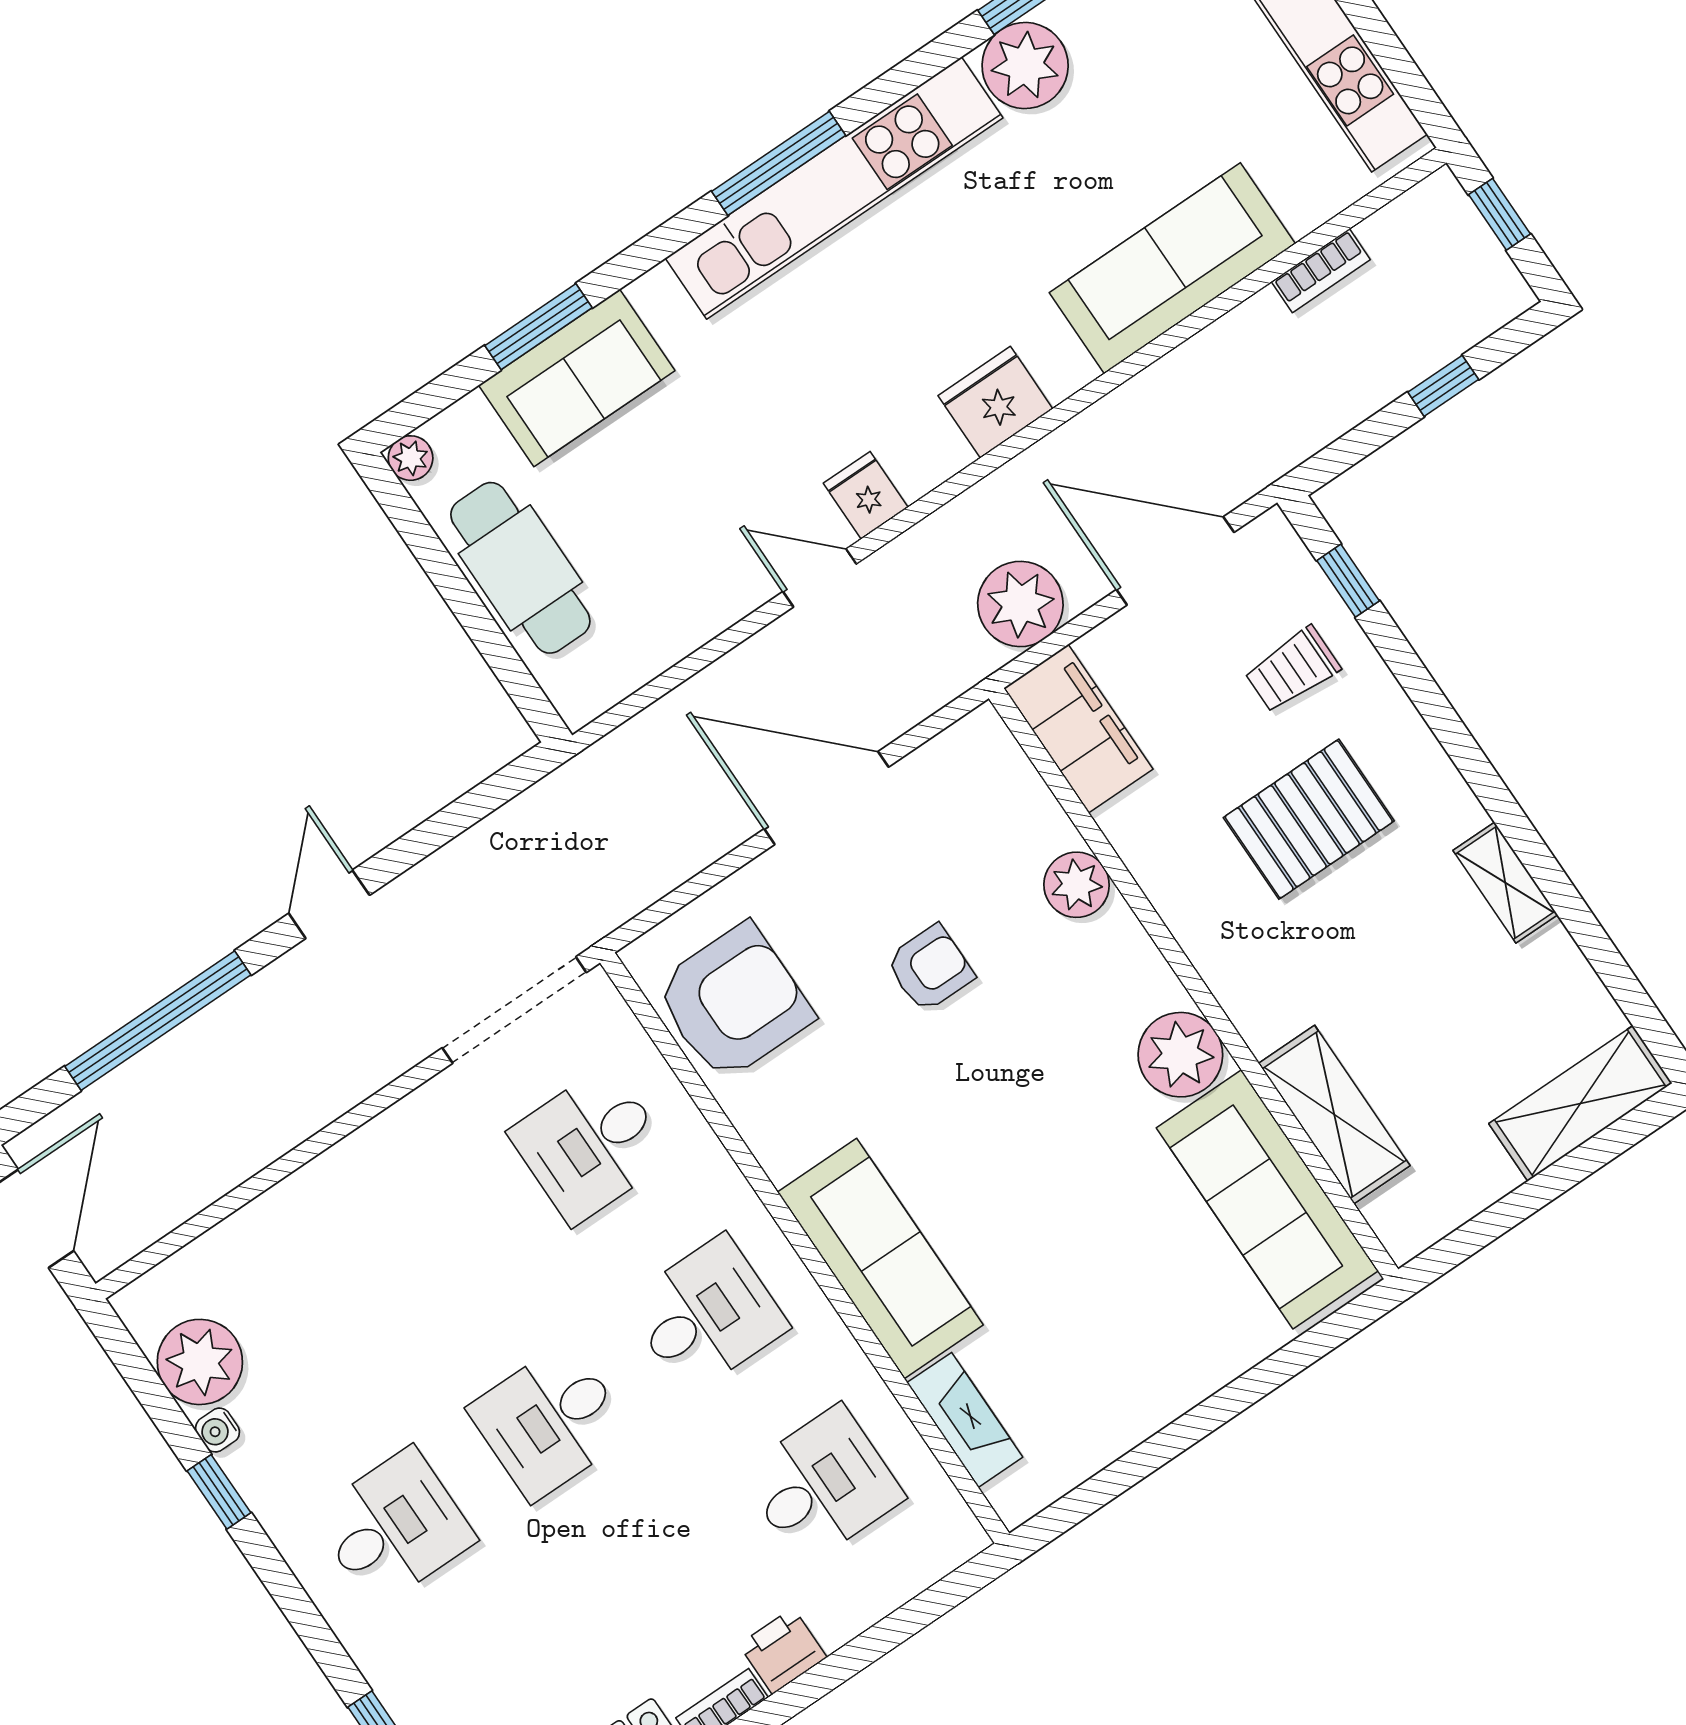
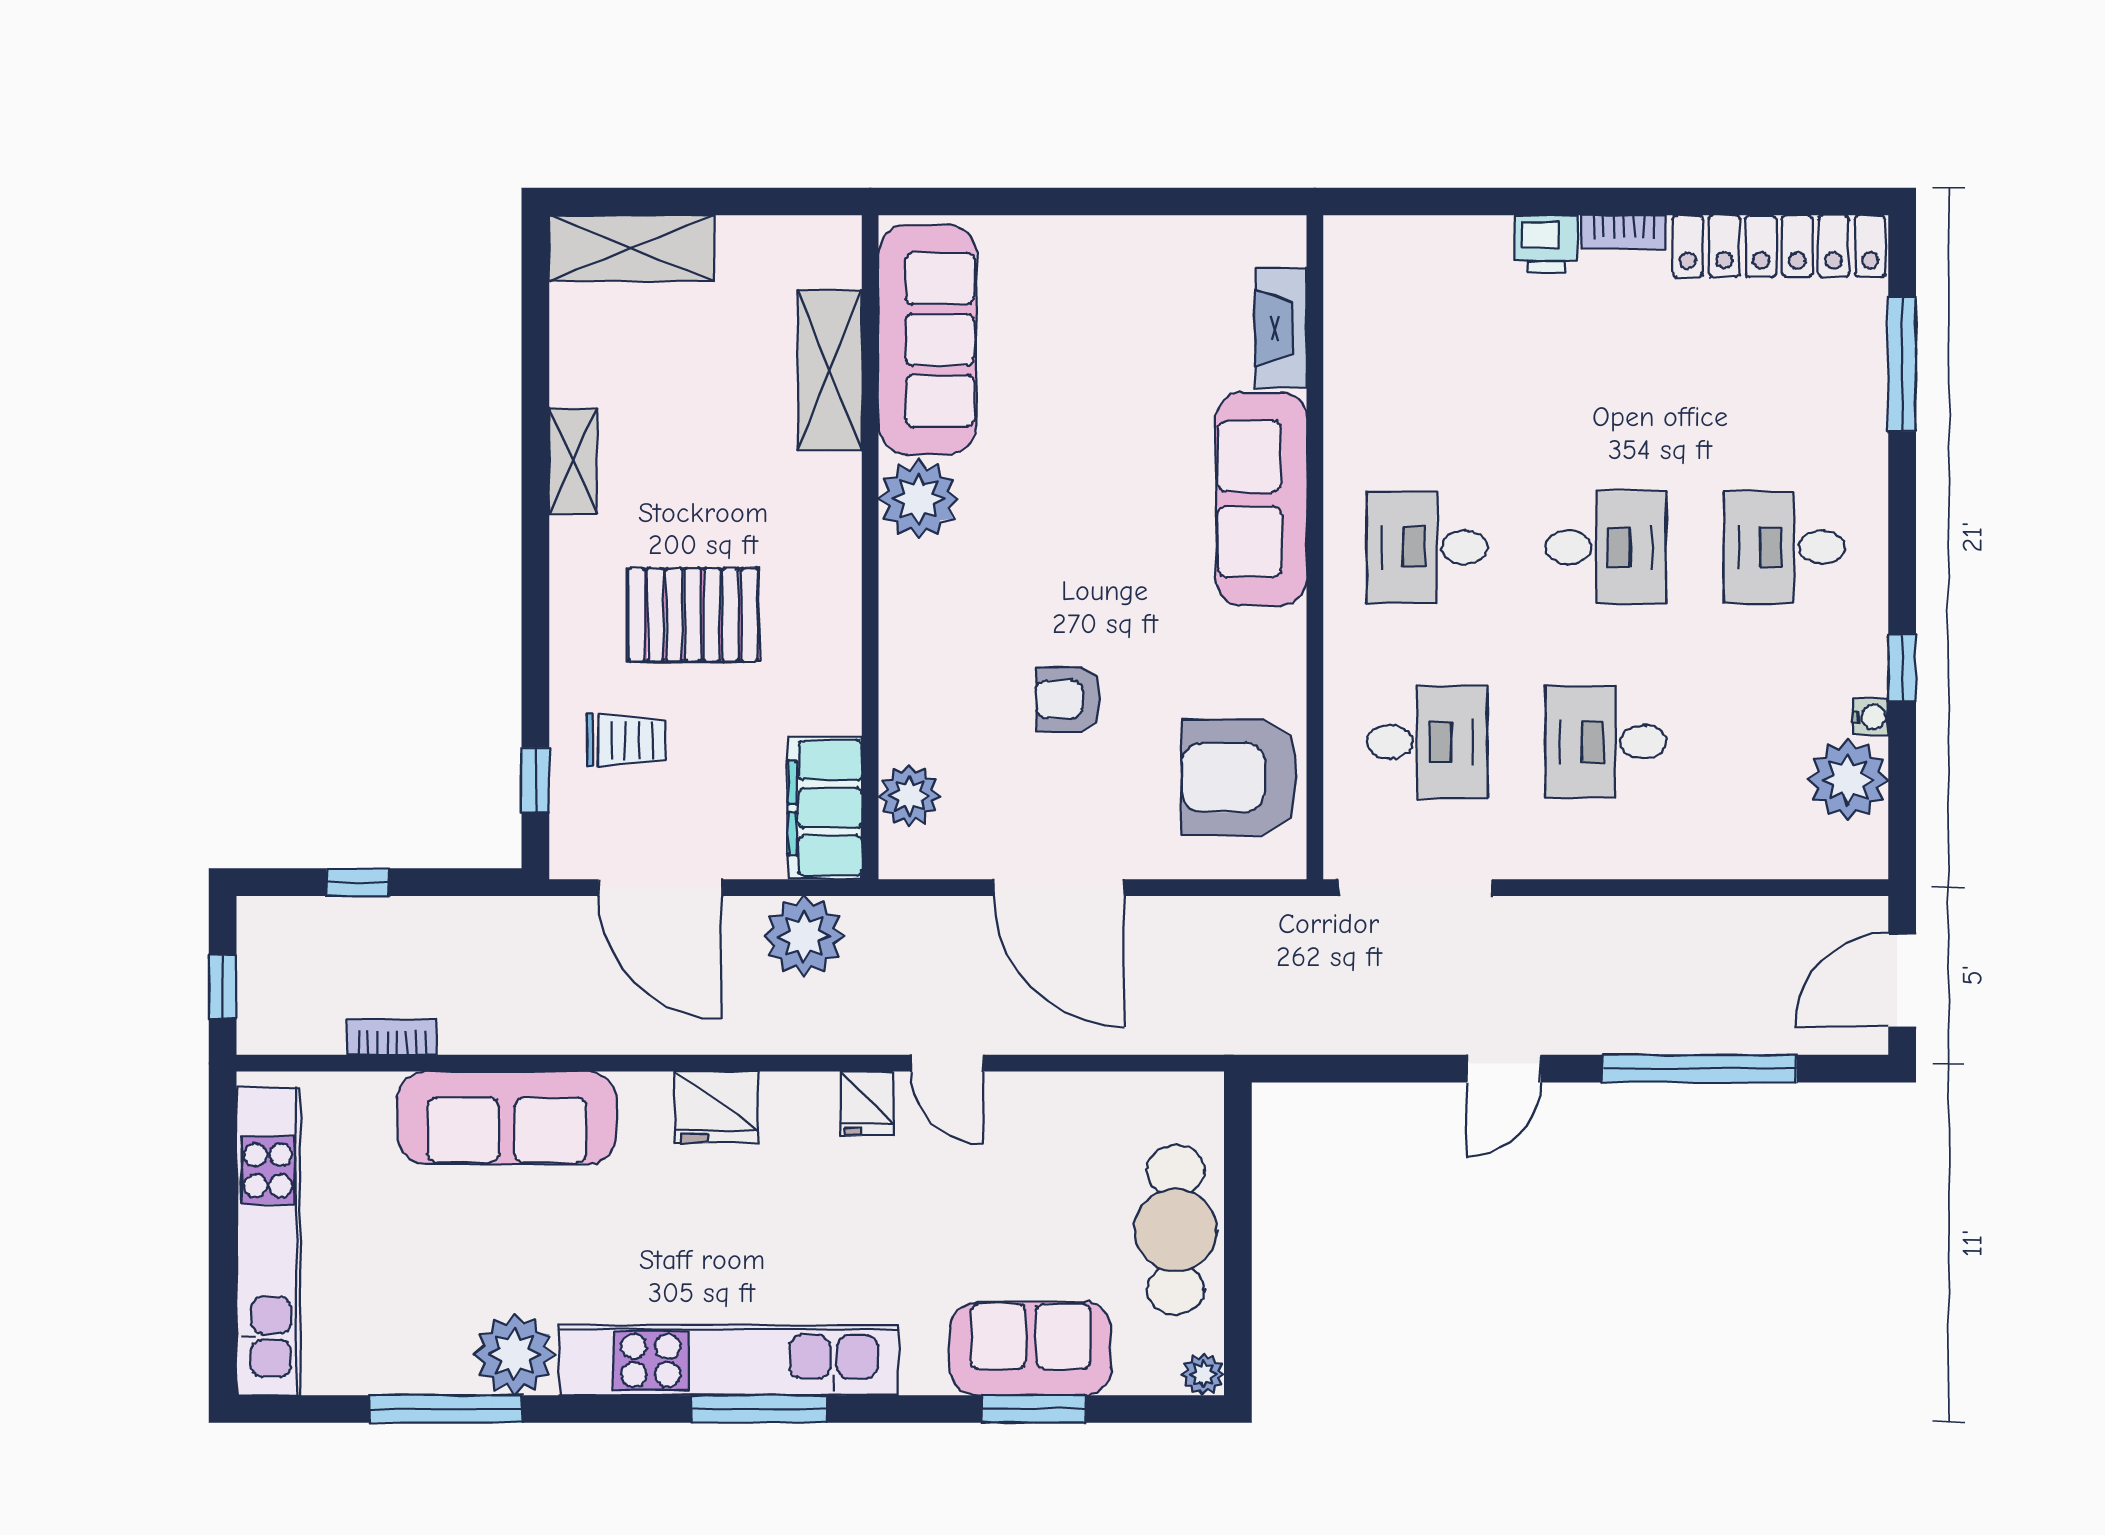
plant: (1077, 885) -> (909, 796), moved
desk: (822, 1485) -> (1606, 742), moved

